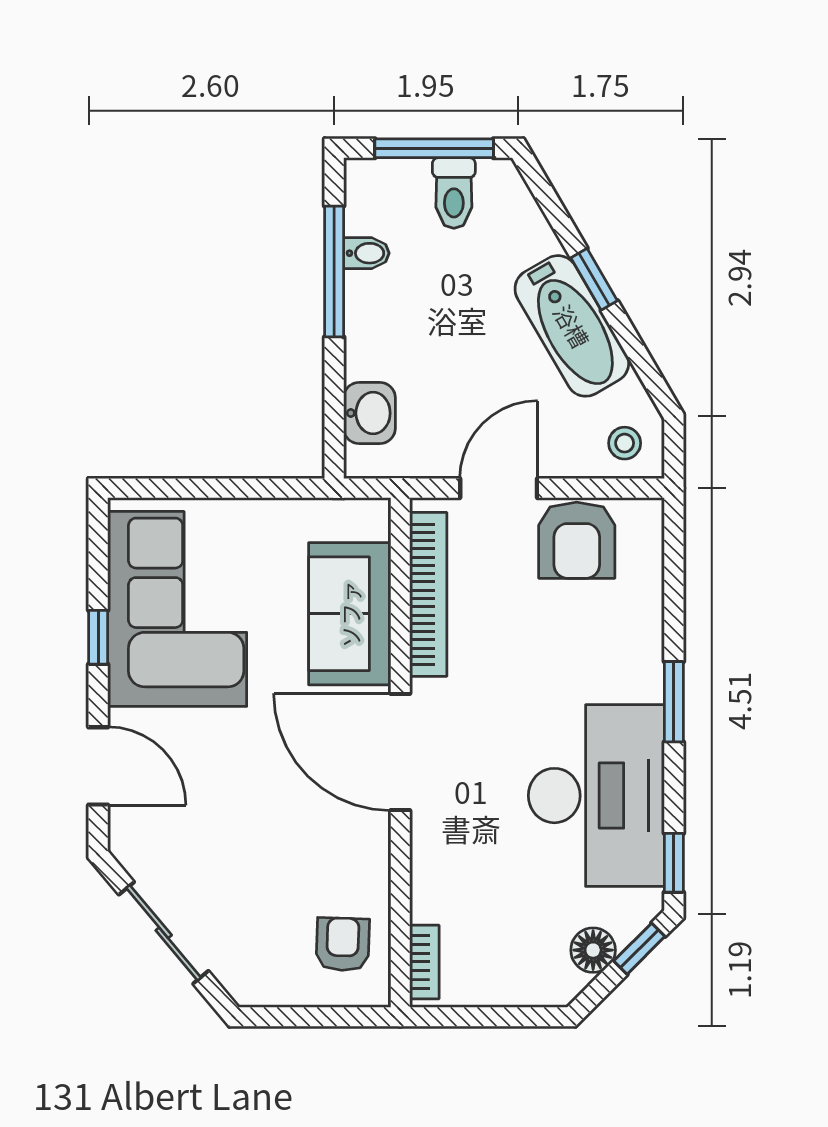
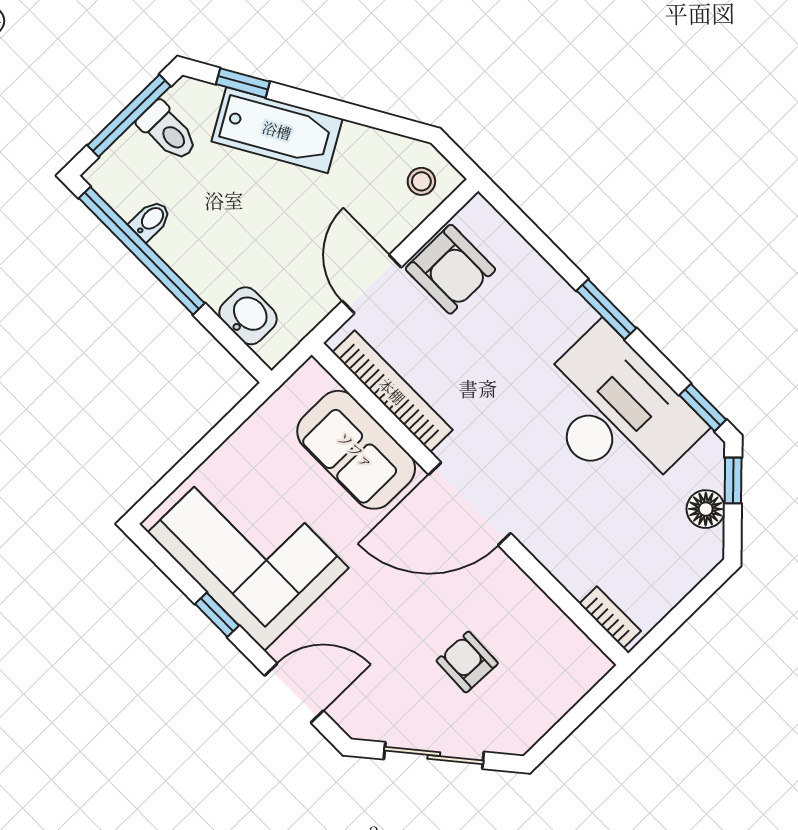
window: (334, 271) -> (142, 251), width x1.46
window: (594, 279) -> (243, 83), moved
bathtub: (572, 326) -> (277, 130), moved
armchair: (343, 944) -> (467, 662), moved

